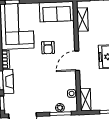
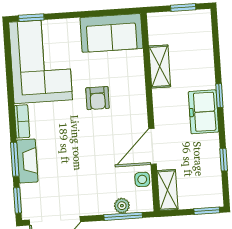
shelving: (82, 19) -> (160, 66), moved
door: (77, 61) -> (152, 146), moved

